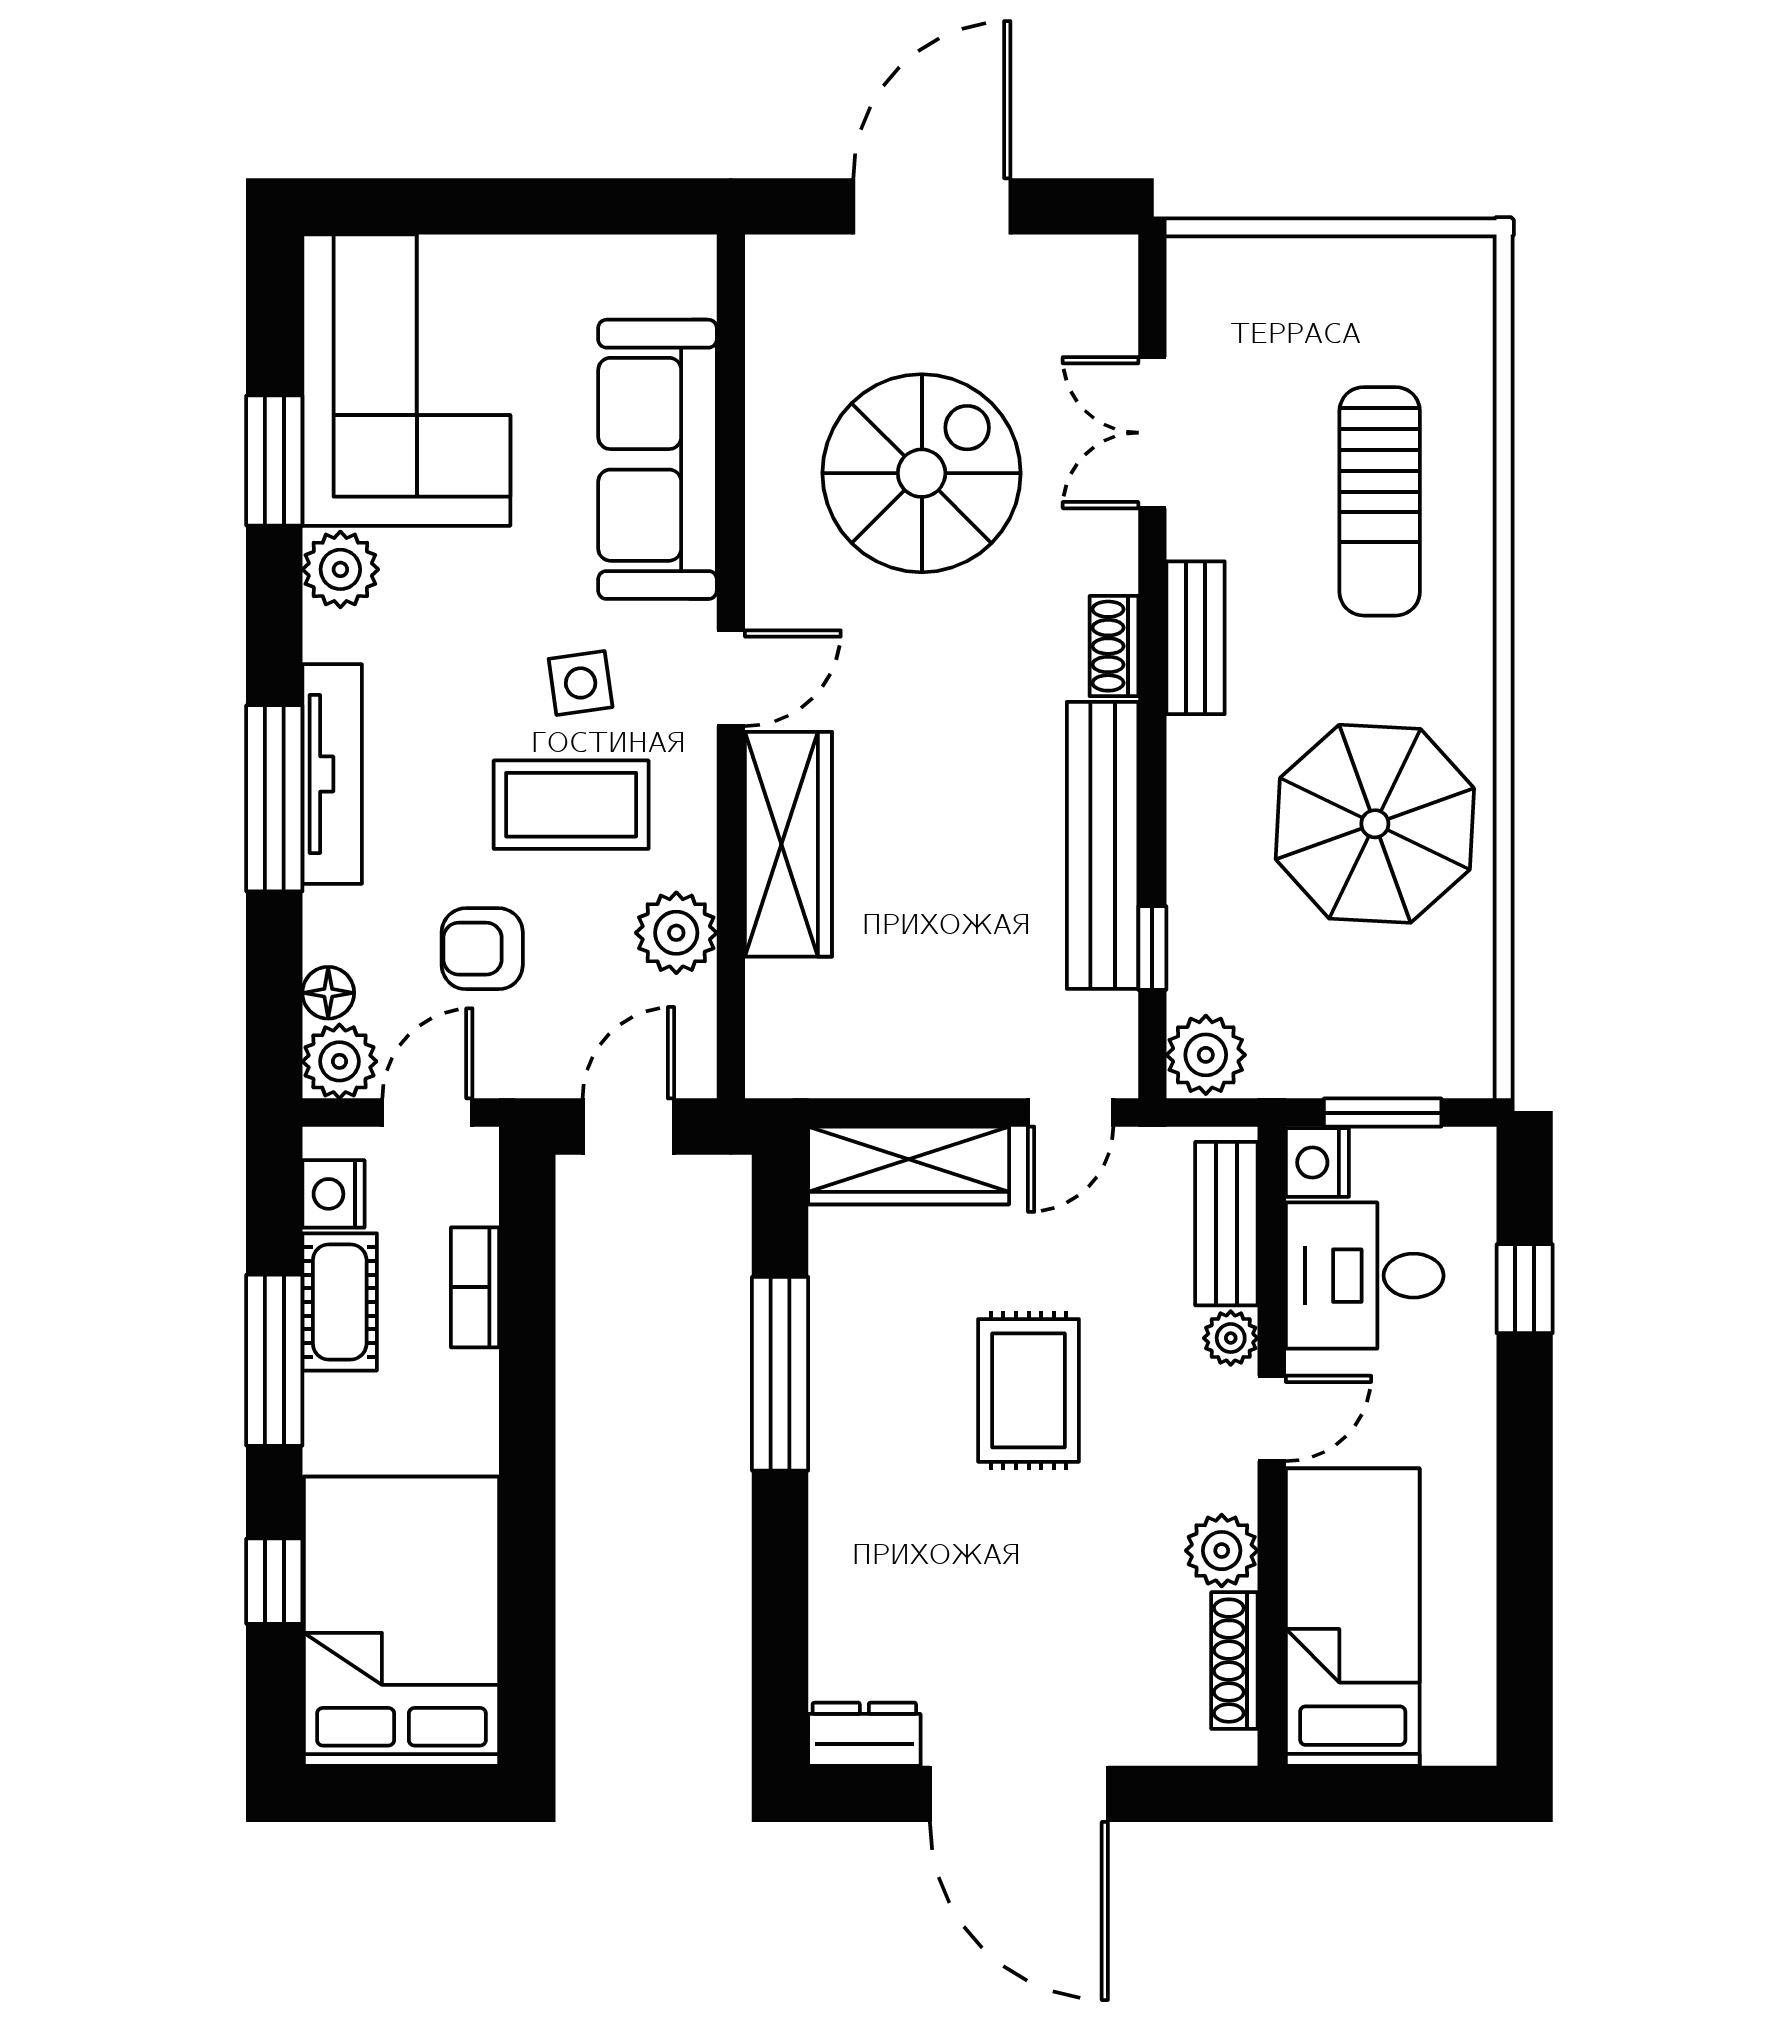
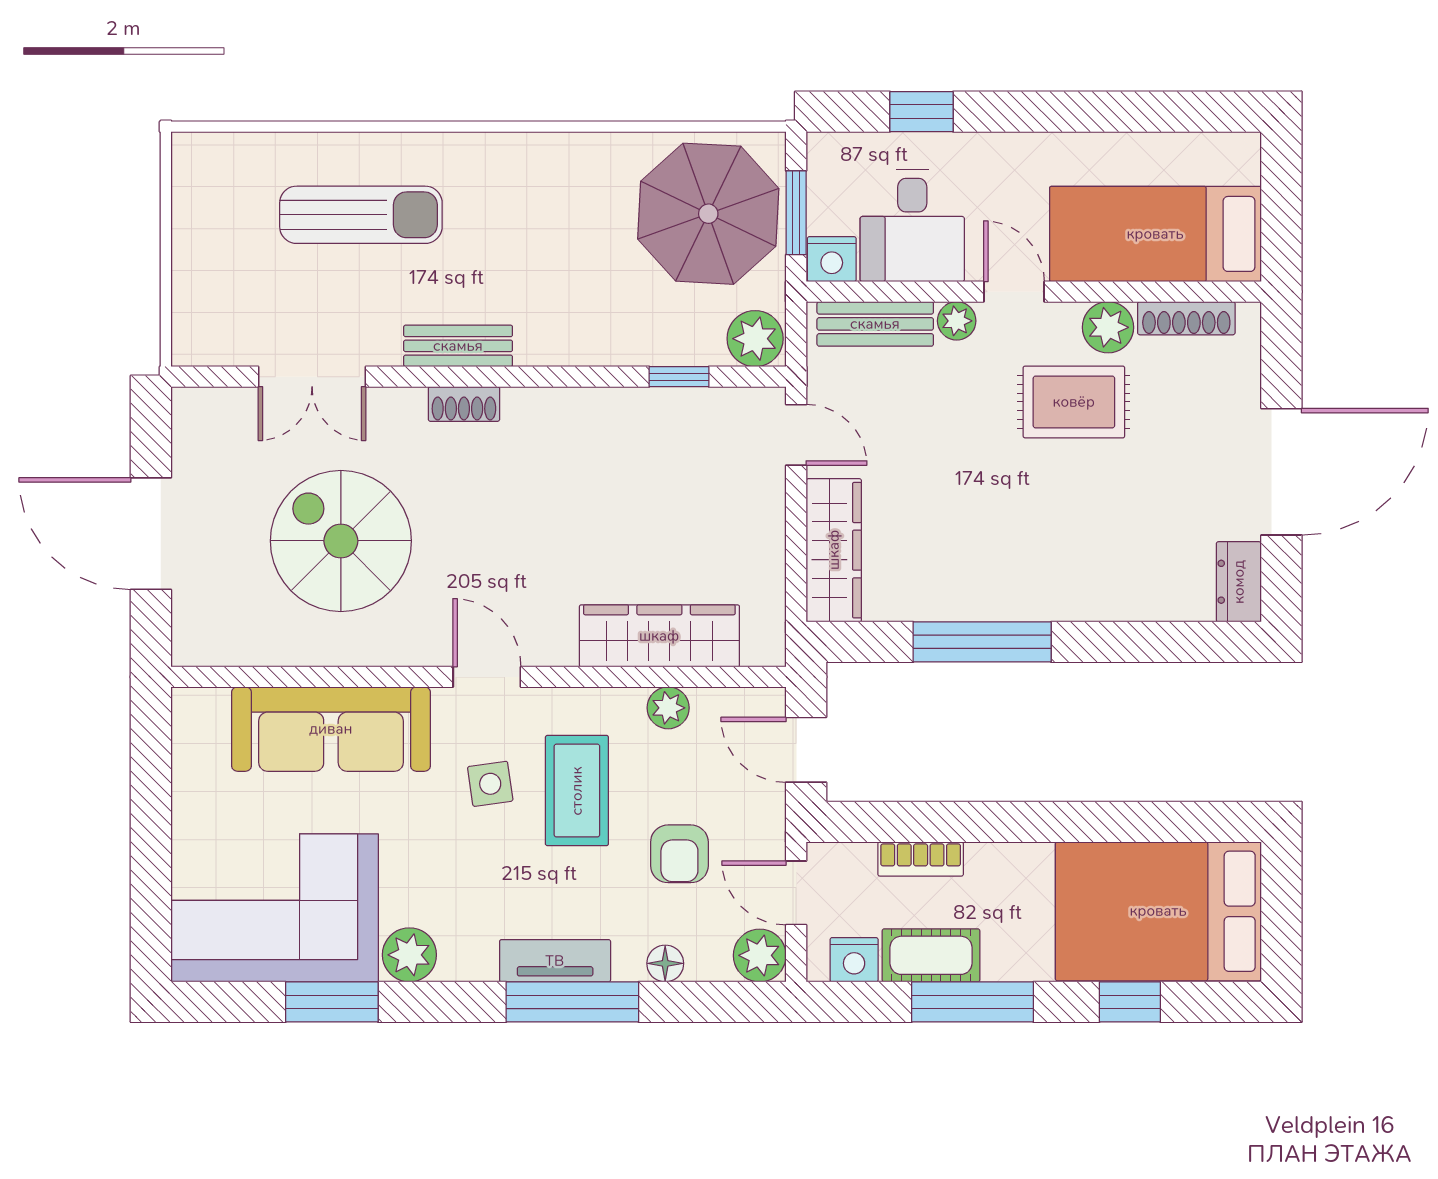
tv unit: (332, 774) -> (555, 961), width x0.71
parasol: (1375, 824) -> (708, 214), moved
wardrobe: (788, 844) -> (659, 636), moved
bench: (1103, 845) -> (606, 412), removed
plant: (676, 933) -> (668, 708), width x0.73, depth x0.73
floor lamp: (328, 993) -> (665, 963), moved
rug: (1029, 1390) -> (1074, 402), moved

